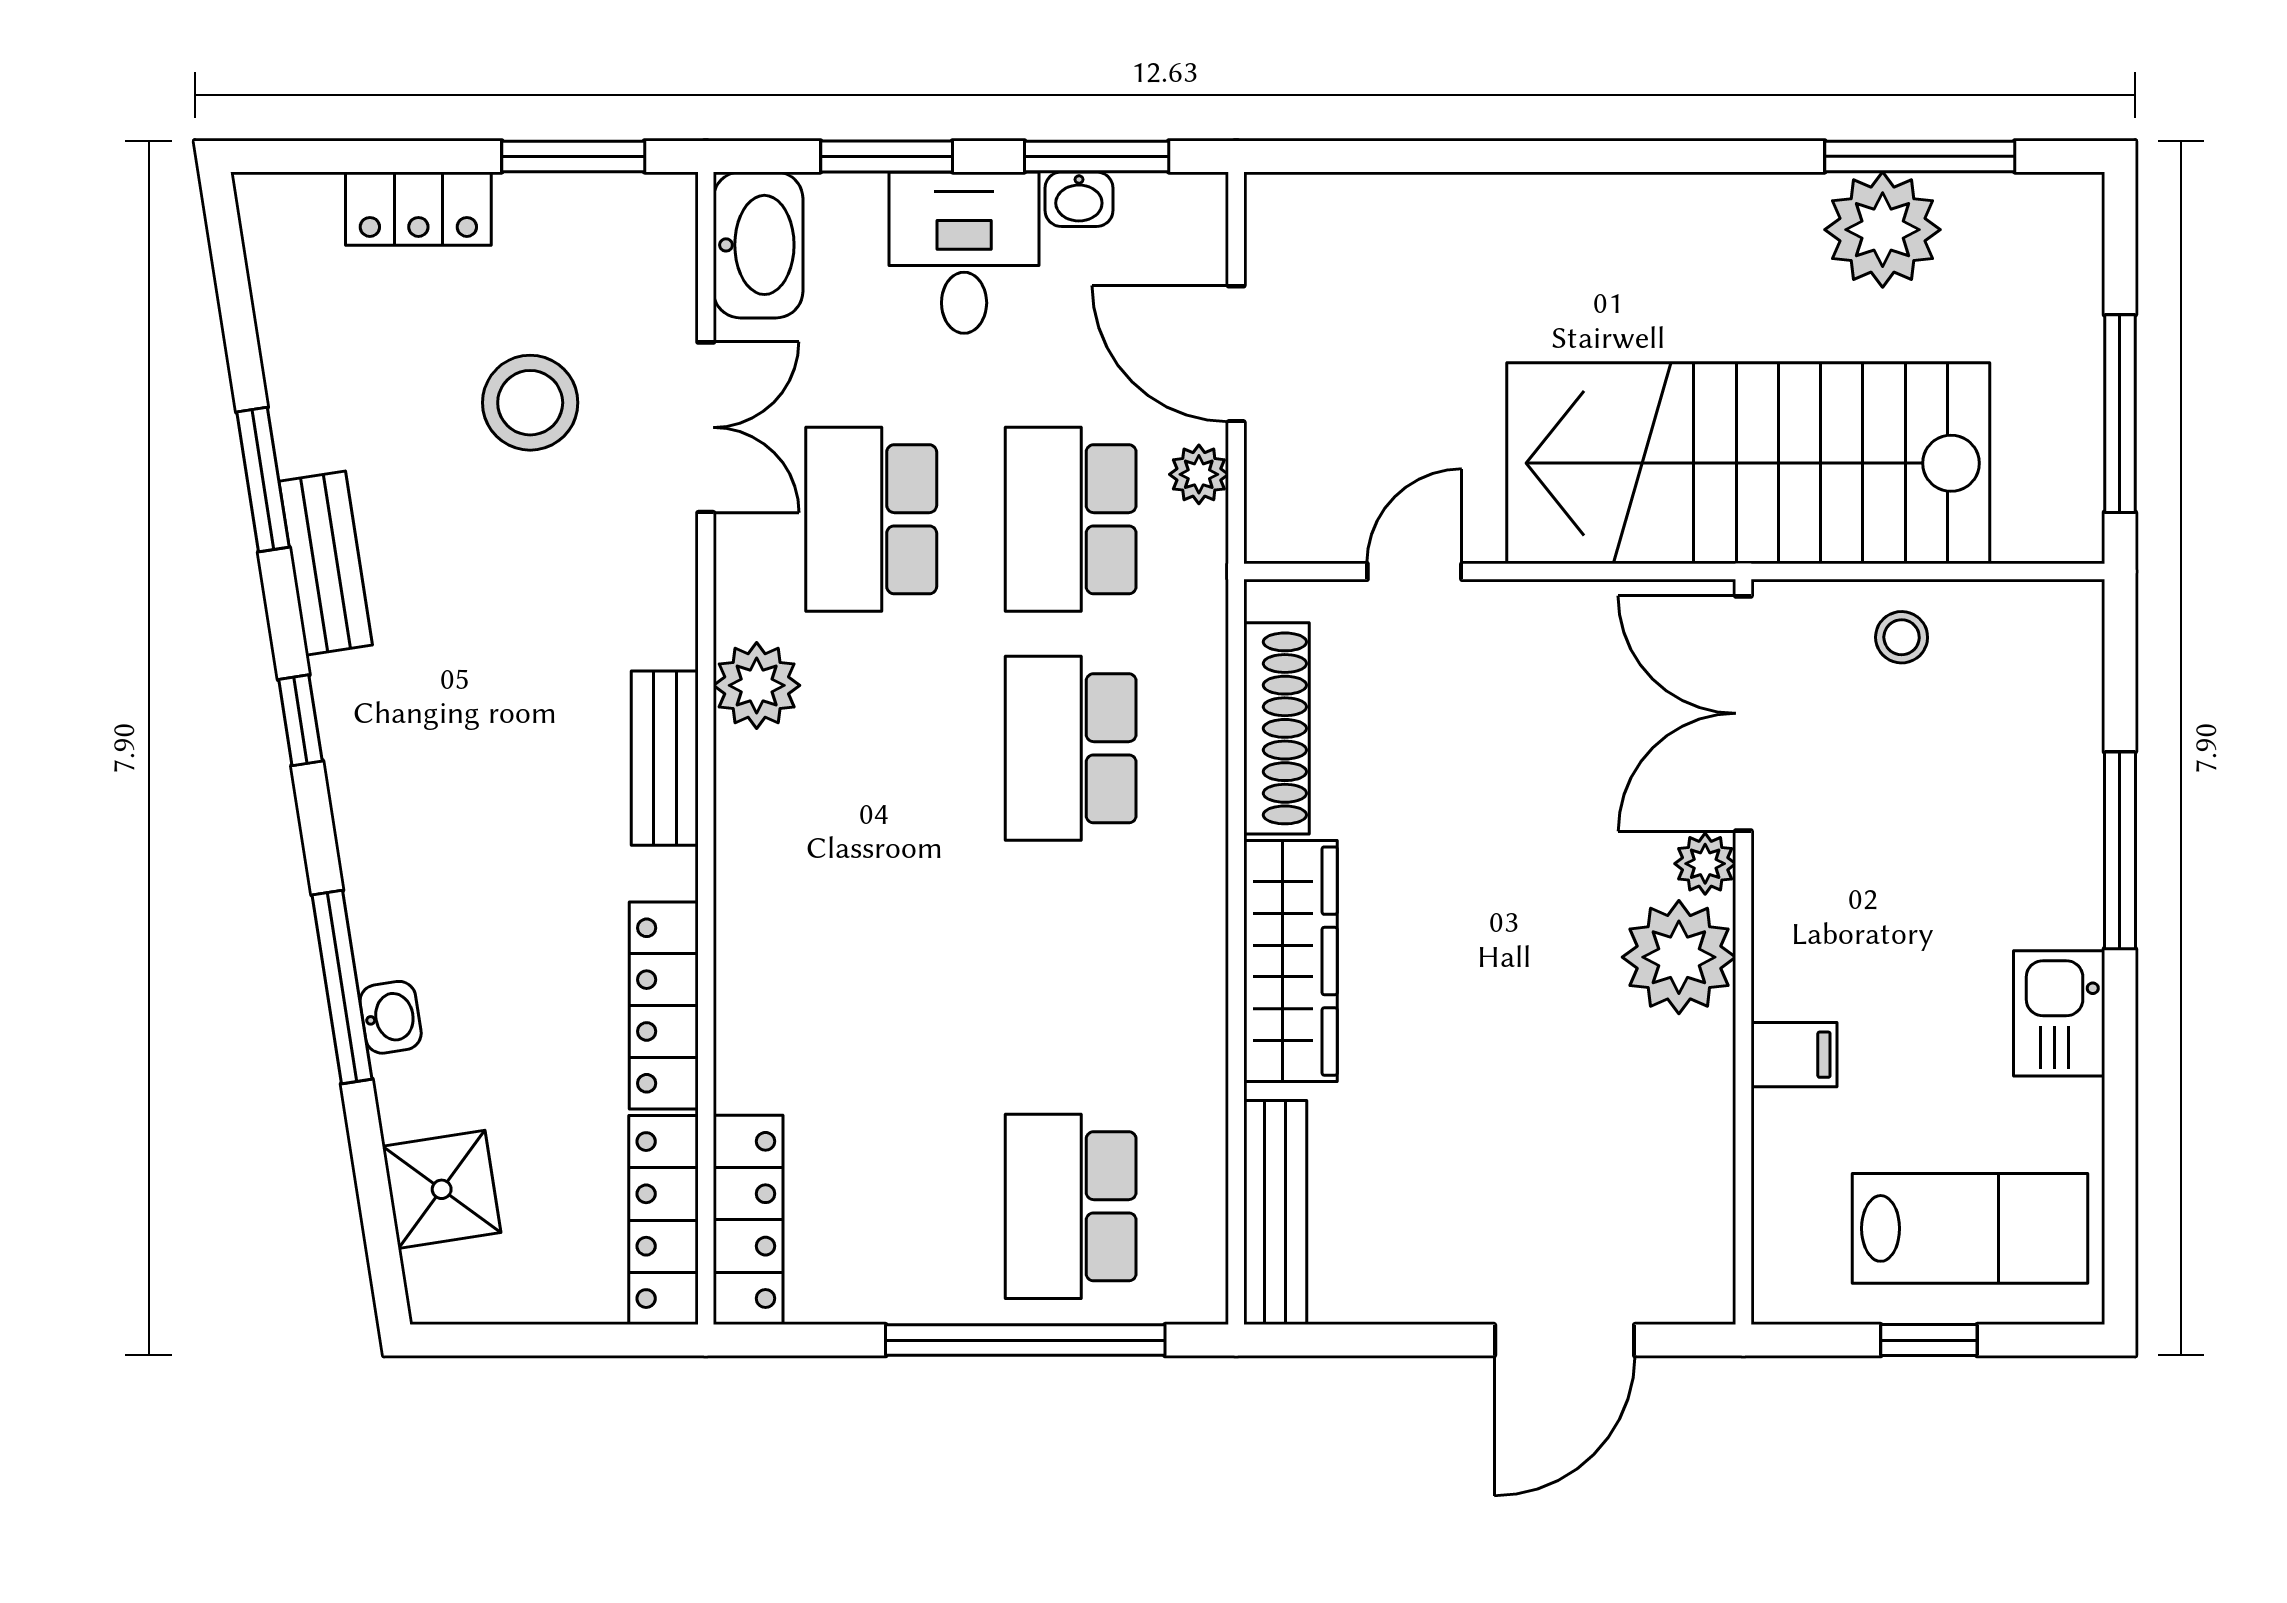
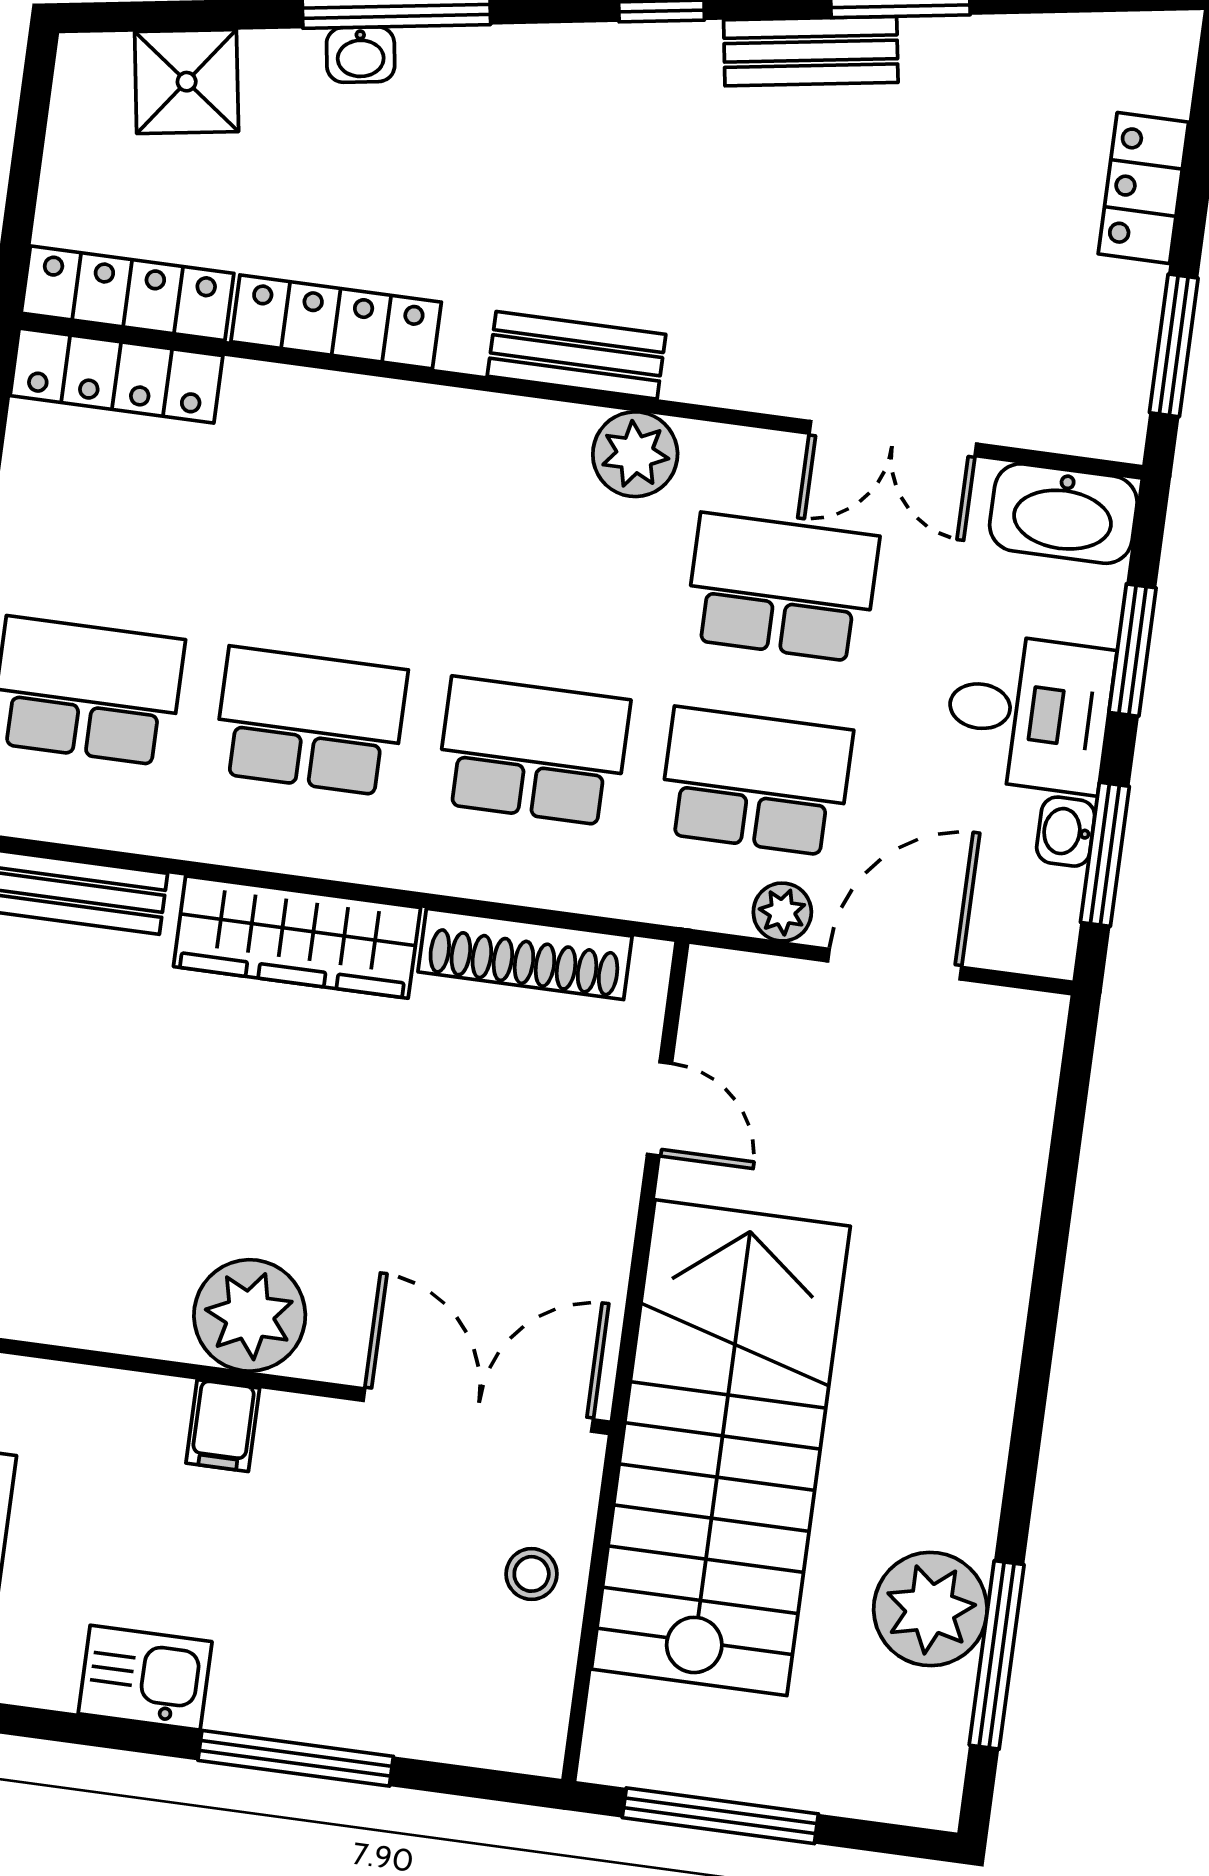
stool: (530, 403) -> (940, 271), removed
plant: (1705, 864) -> (337, 1353), removed
school desk: (1071, 977) -> (310, 721), added
filing cabinet: (1794, 1055) -> (223, 1426), moved

